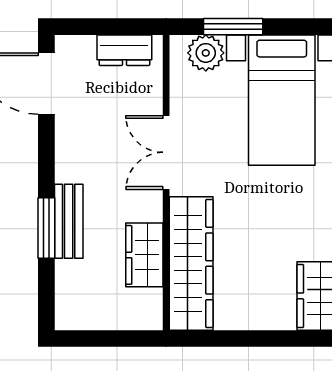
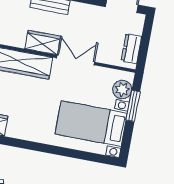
wardrobe: (144, 255) -> (43, 42), moved

